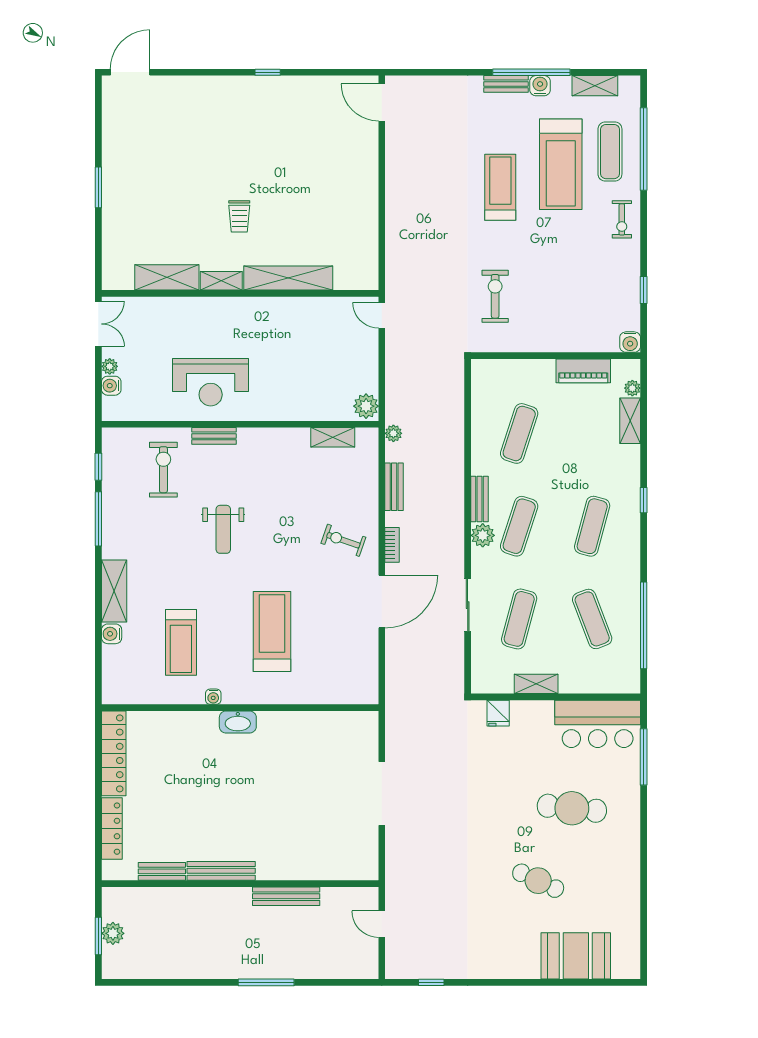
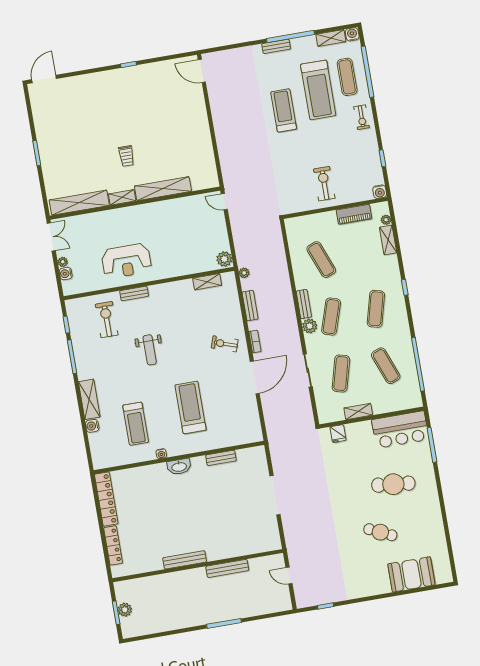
water cooler: (540, 86) -> (352, 34), moved
shelving: (167, 277) -> (79, 203), width x1.47
exercise bike: (495, 296) -> (324, 184), moved
exercise mat: (519, 433) -> (321, 260), turned -39
bench: (162, 871) -> (221, 458), moved

